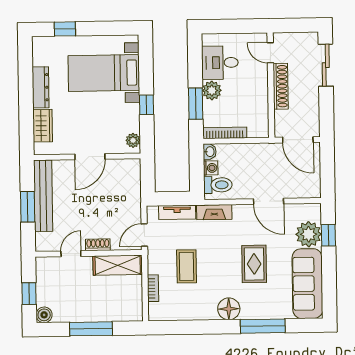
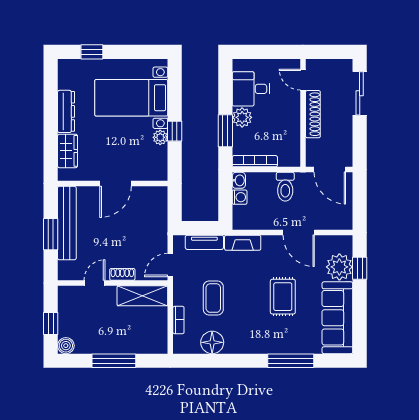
plant: (133, 140) -> (160, 137), moved
toilet: (218, 185) -> (285, 187), moved, turned 90
floor lamp: (229, 309) -> (212, 342), moved

